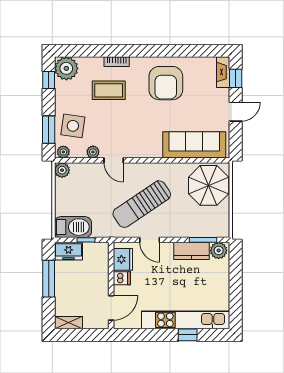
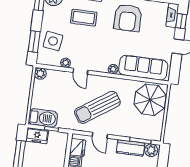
plant: (63, 152) -> (113, 69), moved

